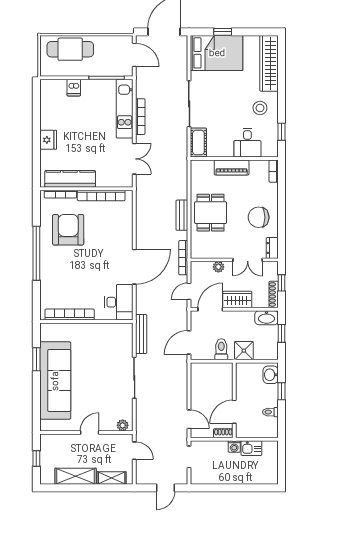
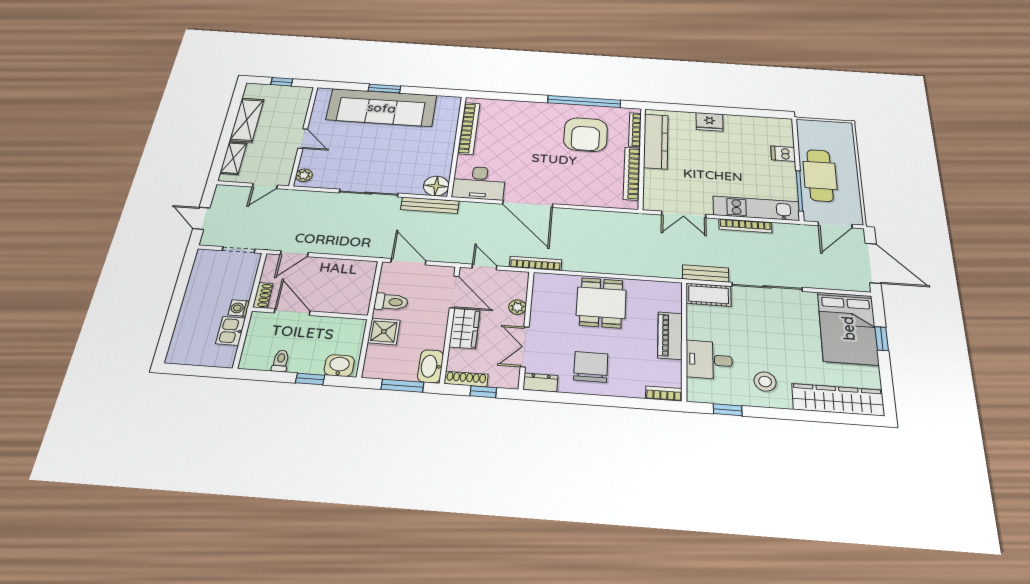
cafe table: (70, 49) -> (820, 175), moved
dining table: (211, 213) -> (601, 303), turned 90
bench: (182, 215) -> (706, 274), moved
armchair: (68, 230) -> (586, 135), turned 90
window: (36, 253) -> (584, 102), moved
floor lamp: (124, 332) -> (436, 186), added
window: (282, 333) -> (402, 386), width x1.50
window: (36, 359) -> (384, 88), moved

